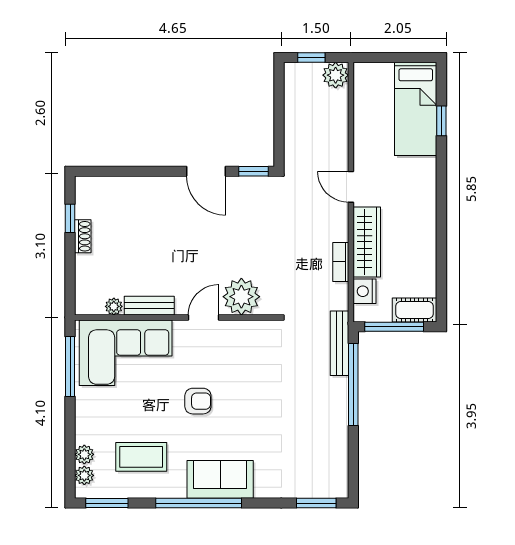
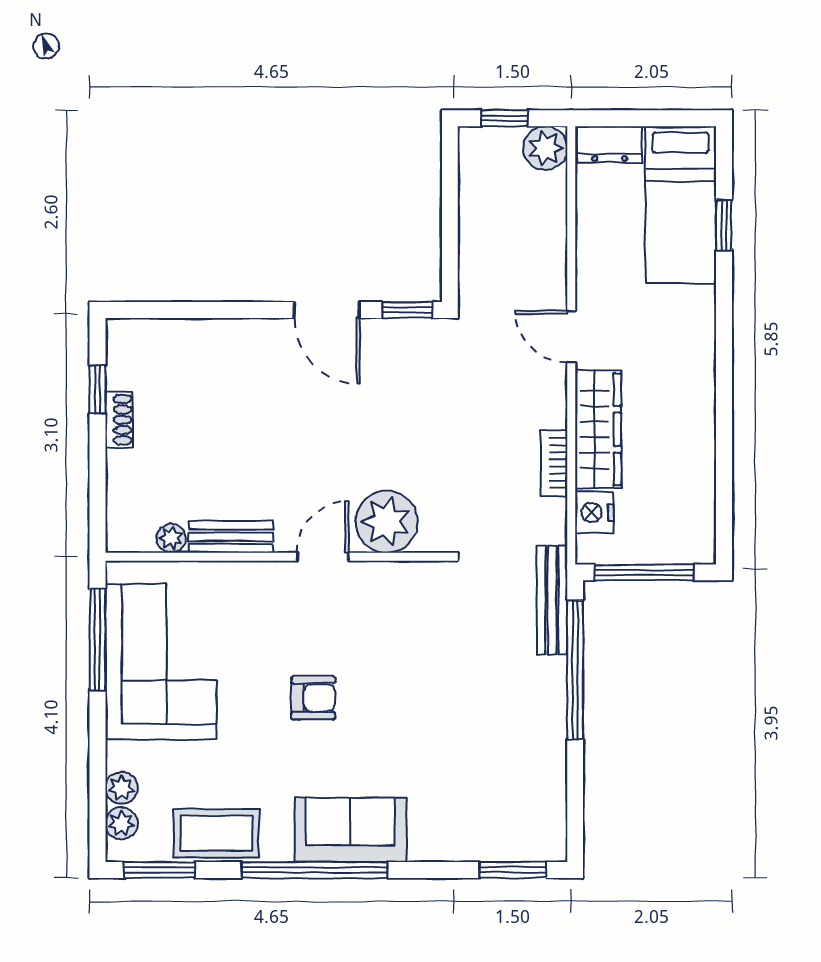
dresser: (374, 73) -> (610, 144), added
cot: (415, 310) -> (679, 544), removed
corner sofa: (126, 353) -> (161, 662), moved, turned -90
coffee table: (141, 457) -> (216, 833), moved

